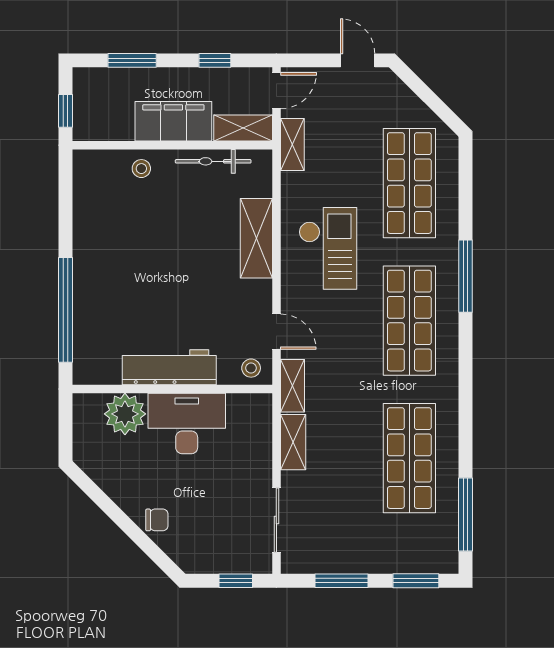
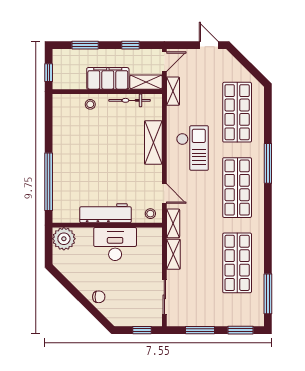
plant: (125, 414) -> (64, 239), moved

